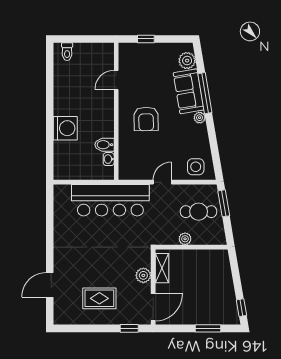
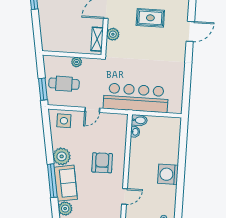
plant: (200, 118) -> (62, 156), width x1.88, depth x1.88
washing machine: (65, 128) -> (168, 174), moved
bidet: (104, 145) -> (139, 120), moved

